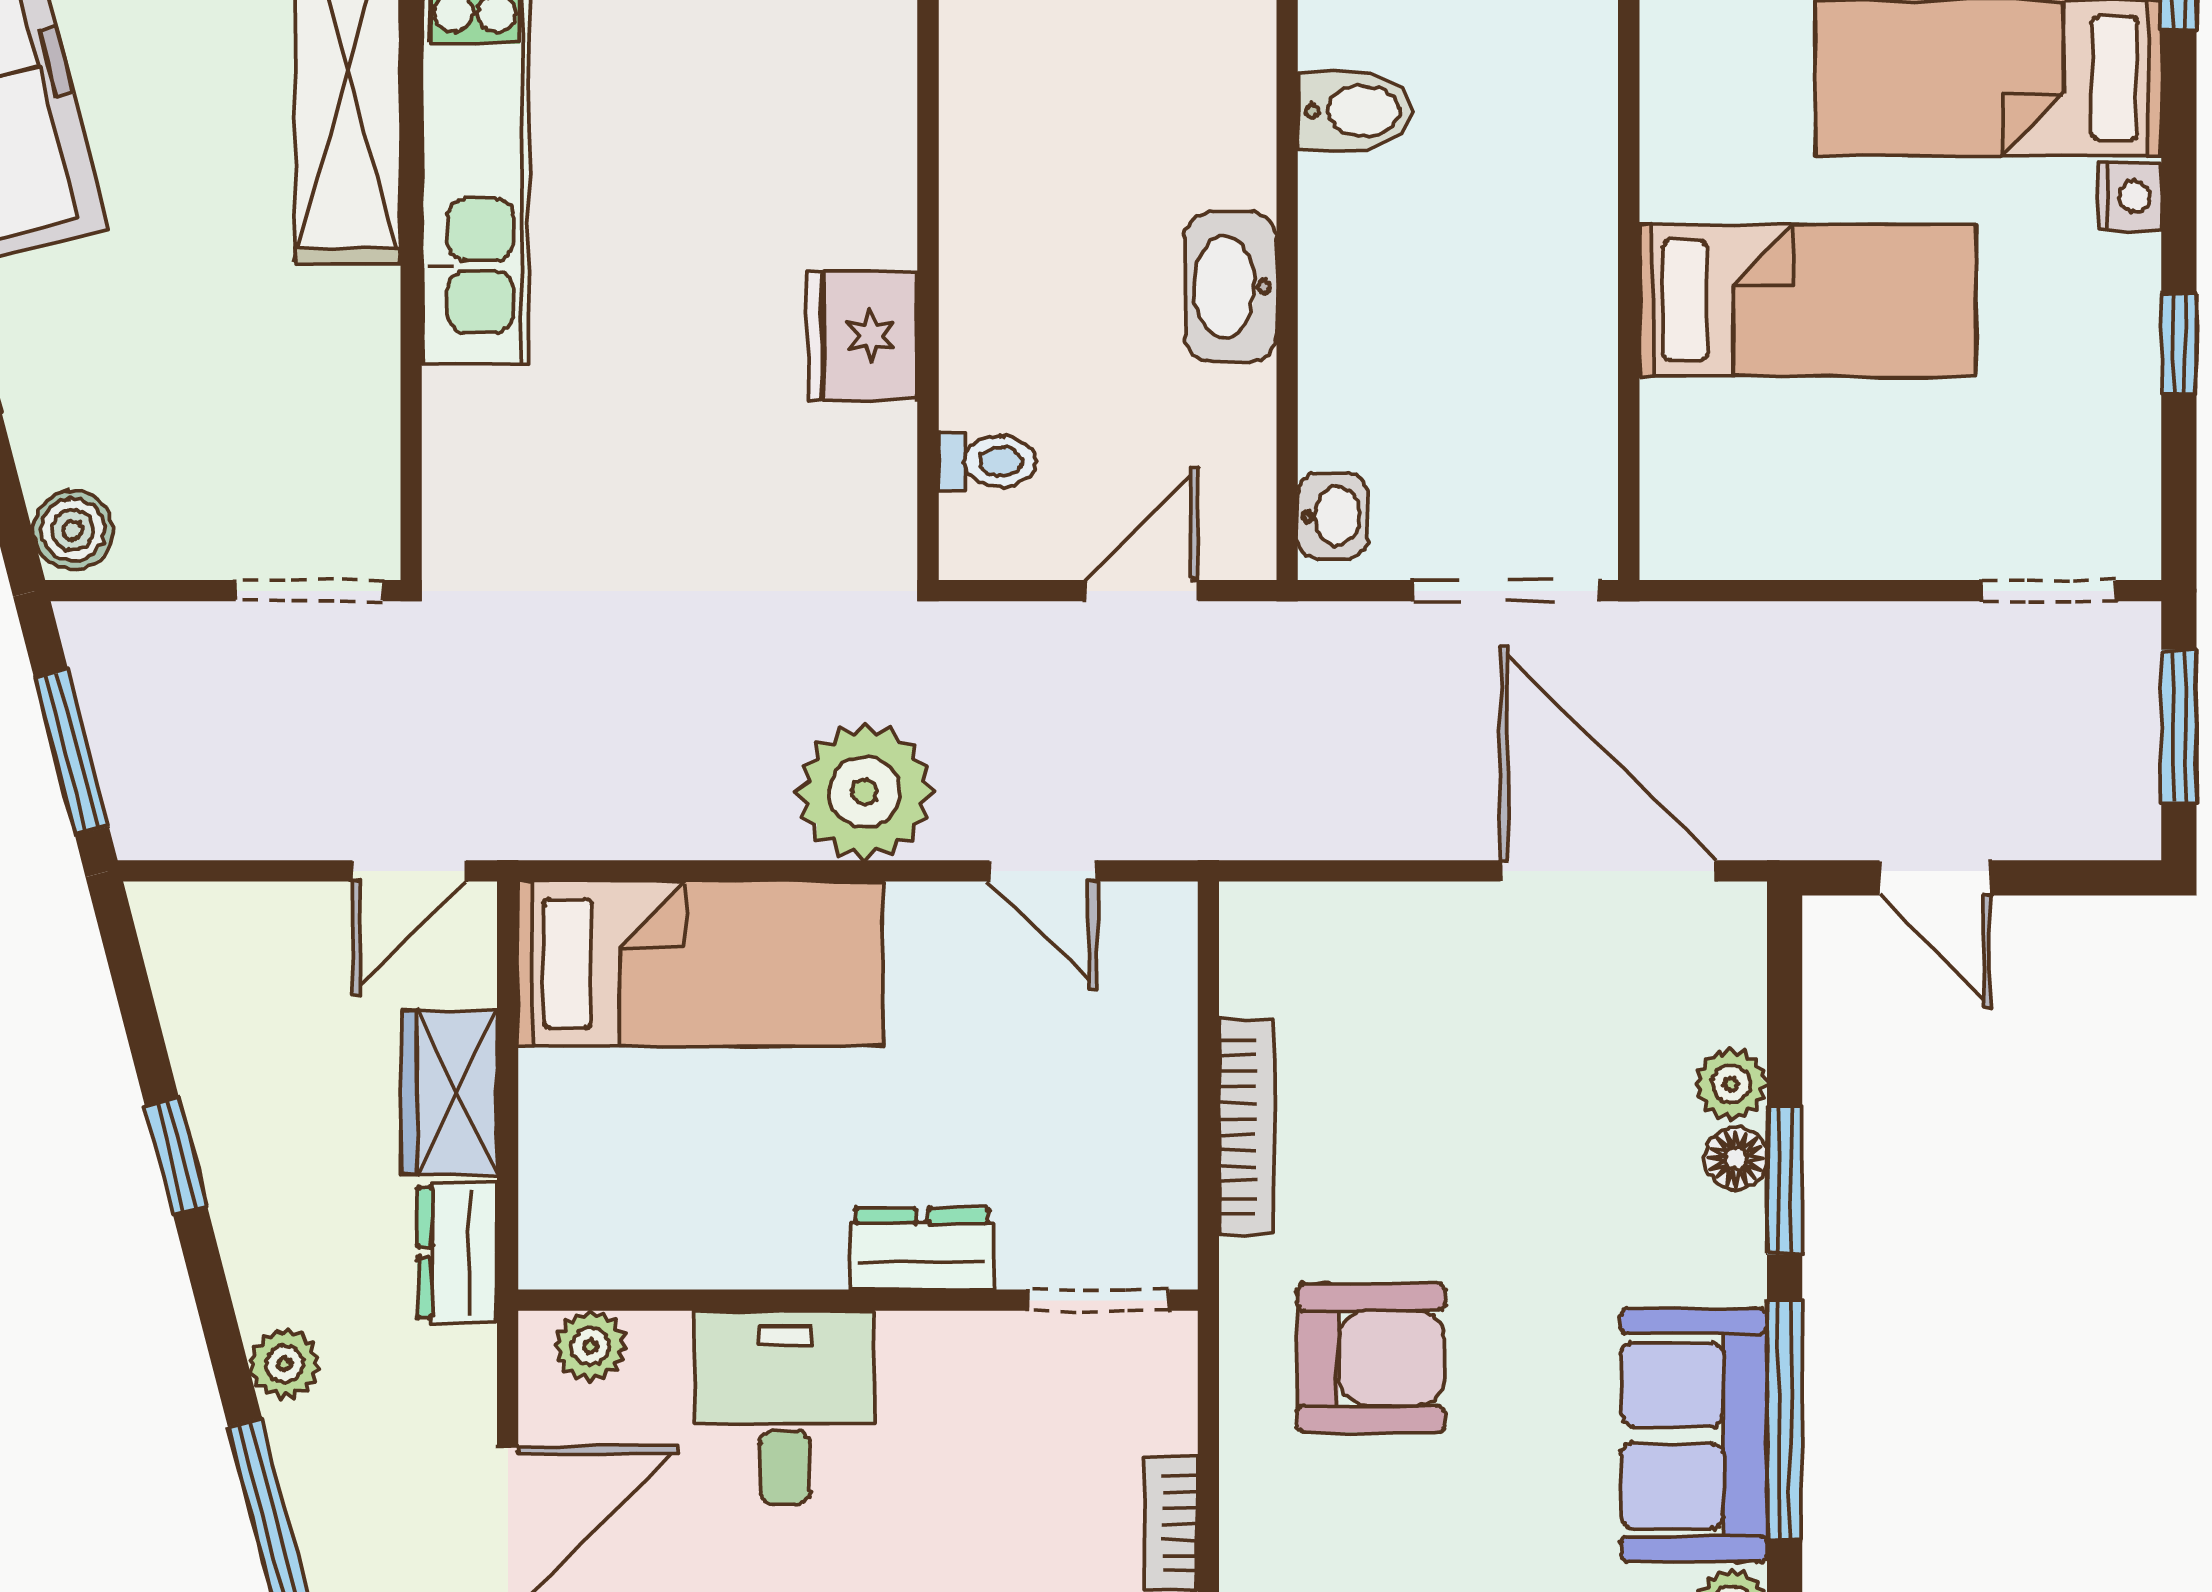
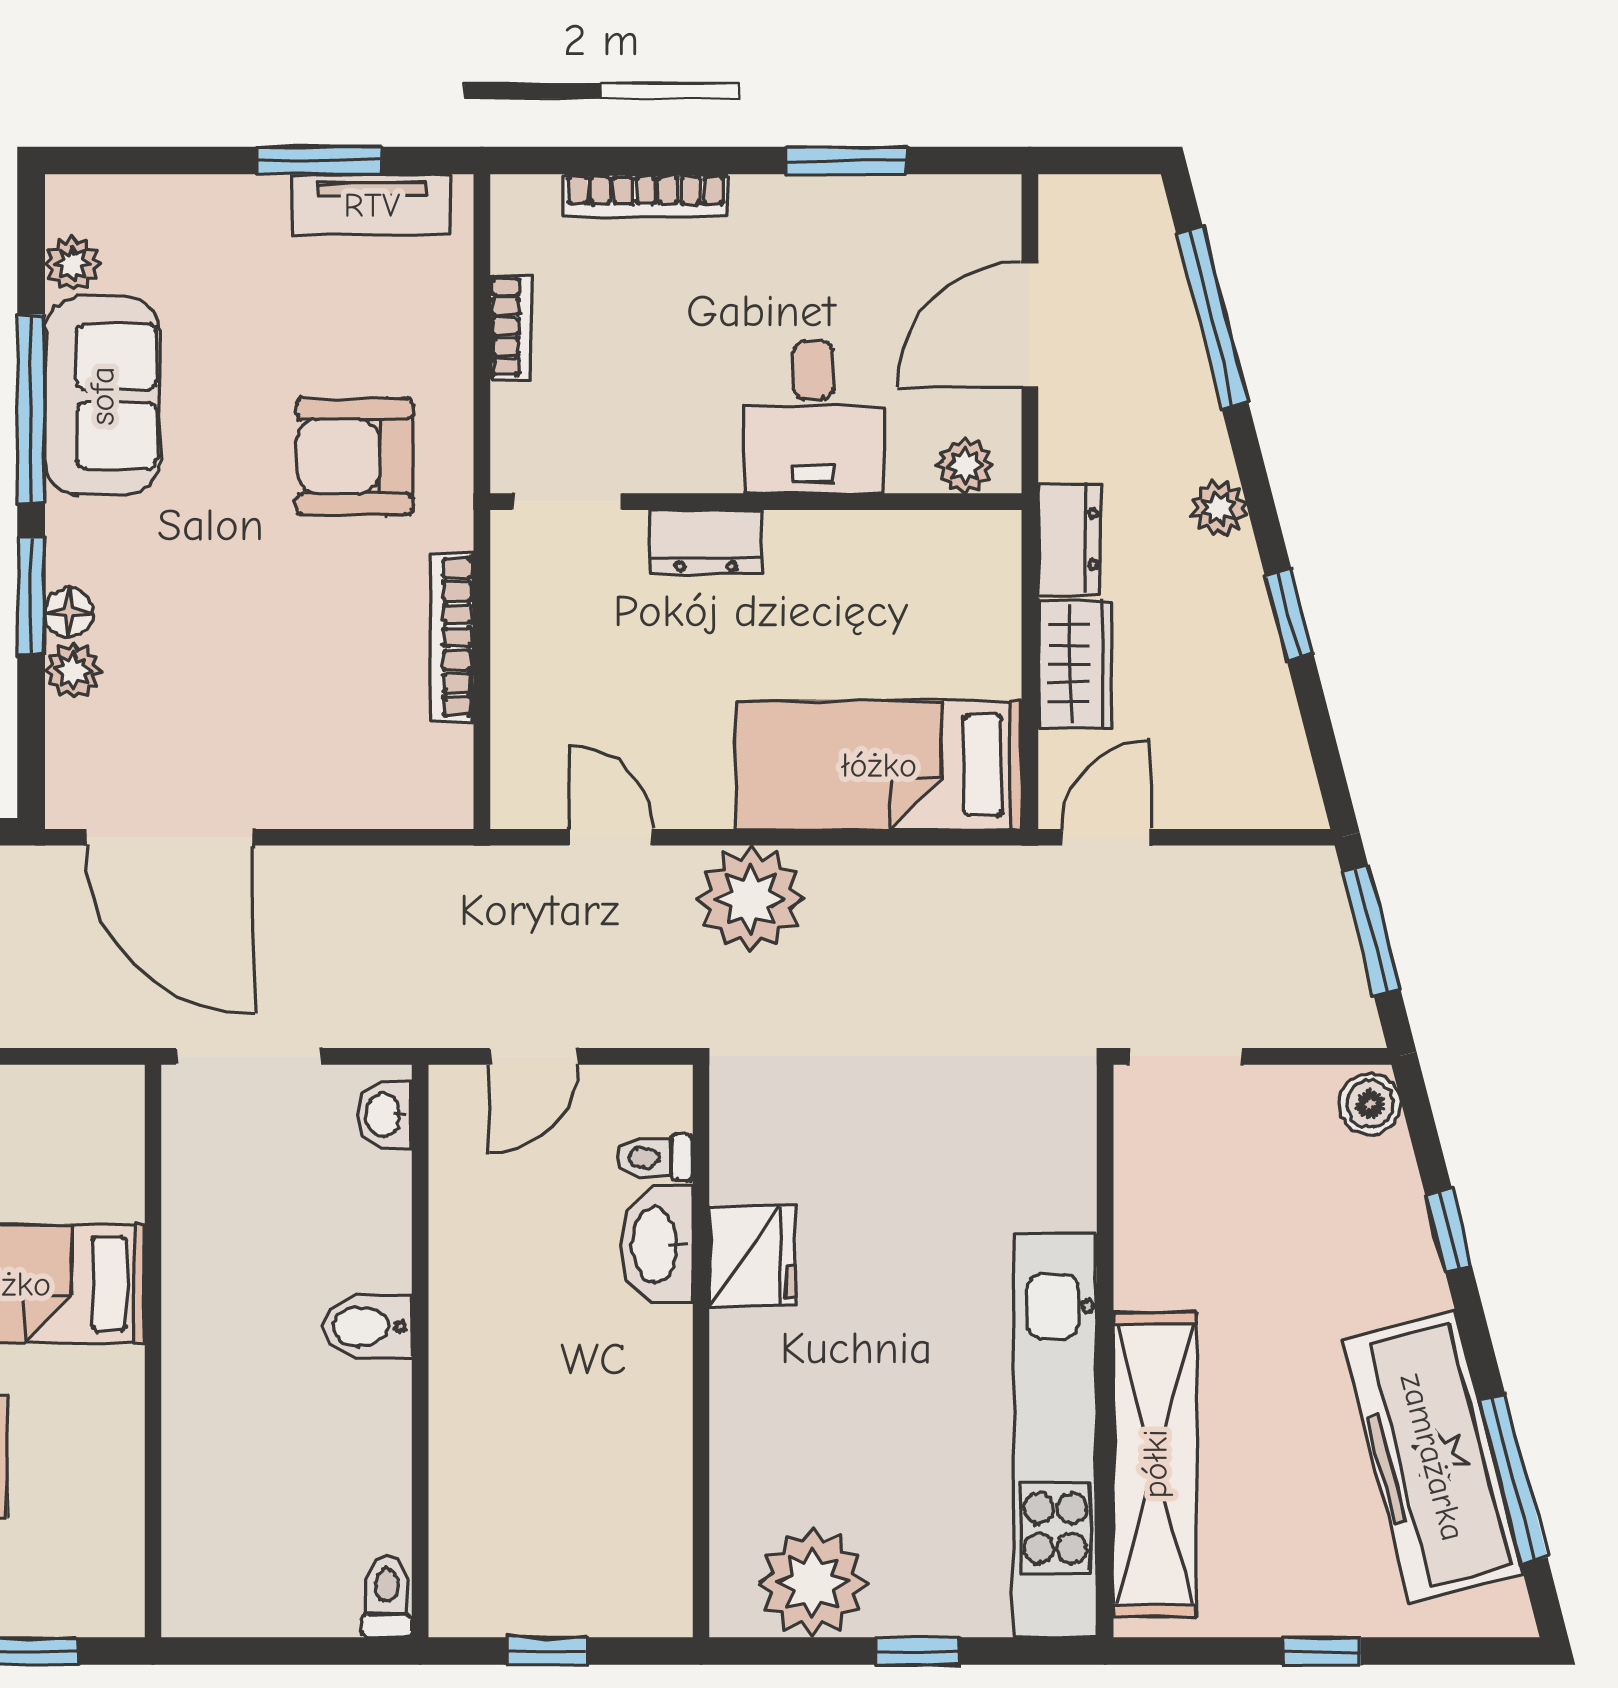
bidet: (1355, 111) -> (367, 1327), moved
washbasin: (1231, 287) -> (657, 1245), moved, turned 180
plant: (284, 1364) -> (1219, 508), moved

